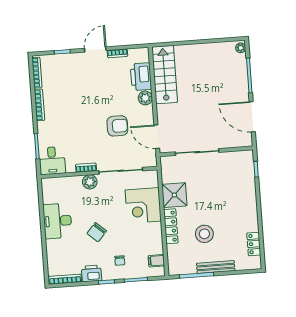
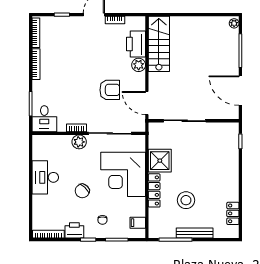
corner desk: (143, 206) -> (123, 174), width x1.36, depth x1.36

